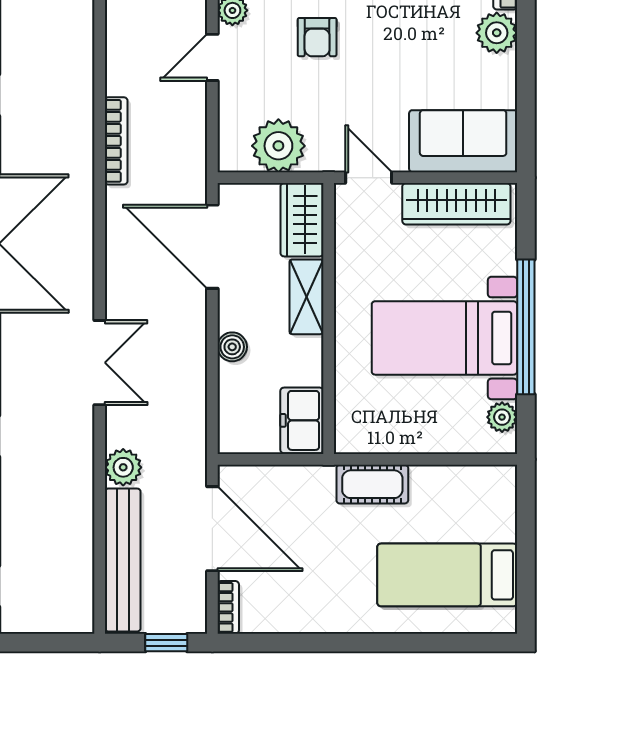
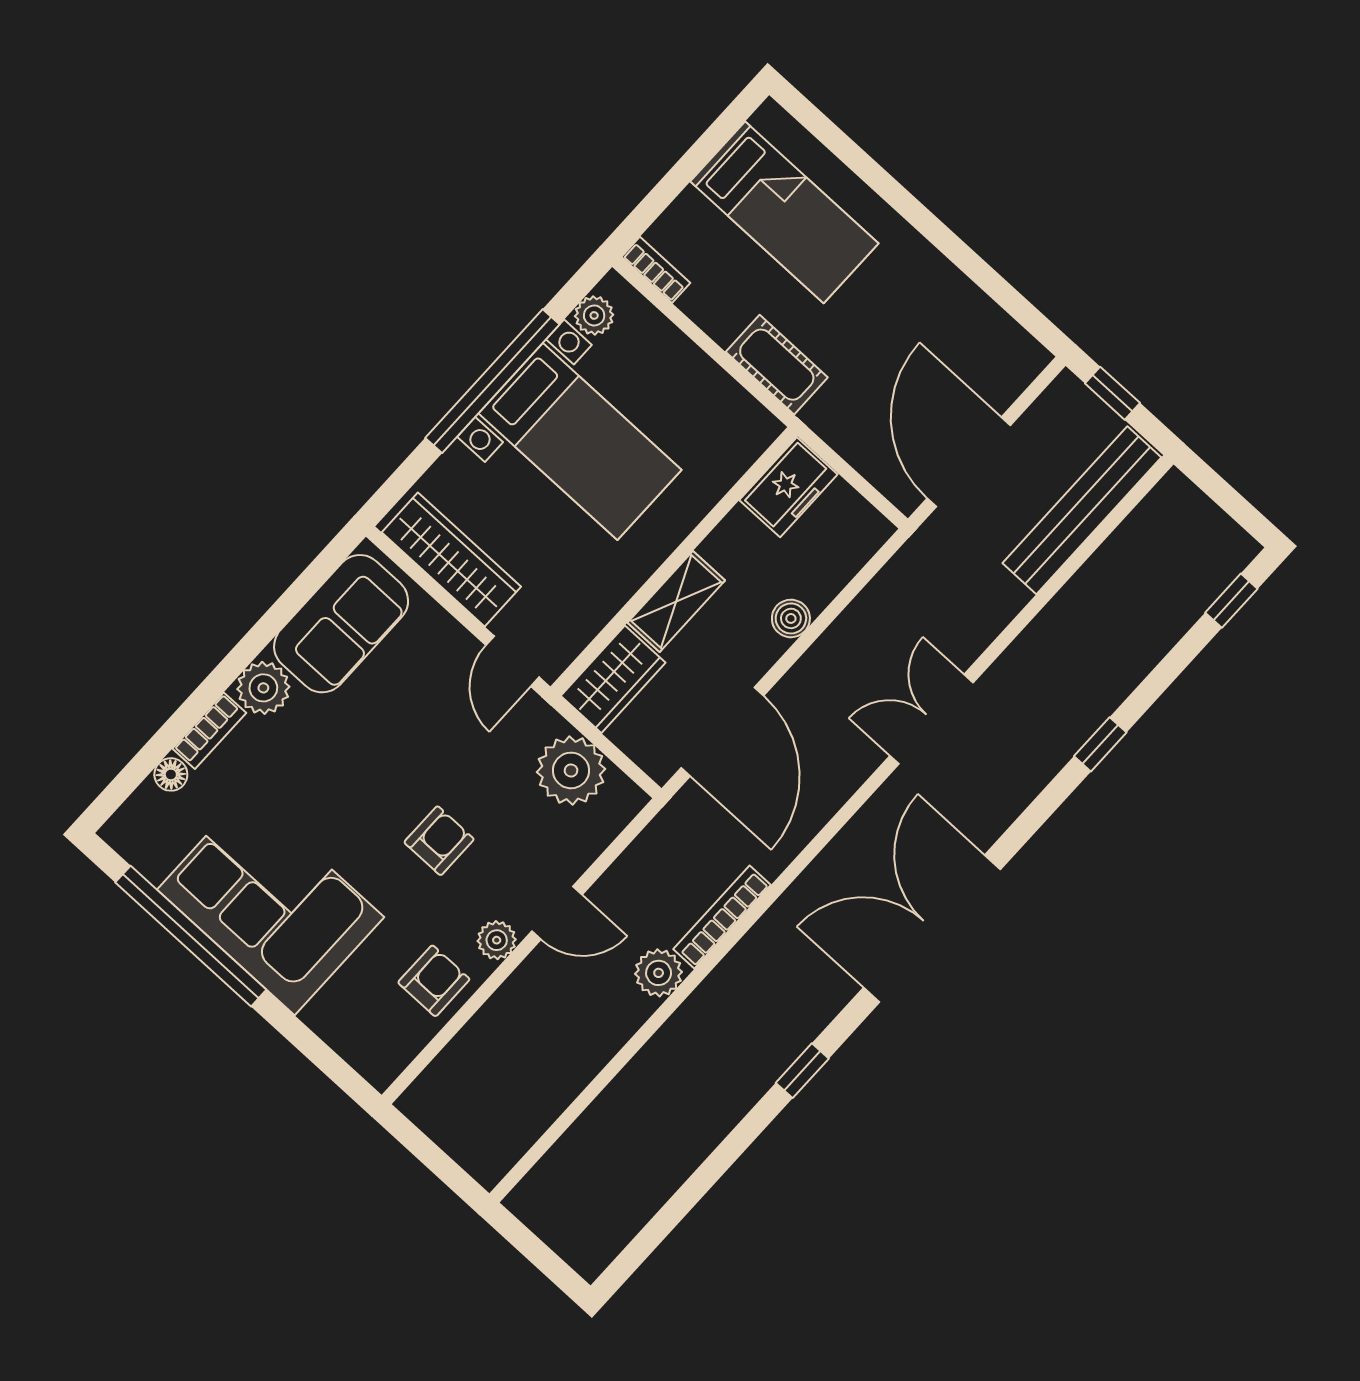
sofa: (463, 141) -> (341, 624), moved, turned -90
plant: (123, 467) -> (659, 973), moved
bookcase: (228, 607) -> (656, 270), moved, turned 90

